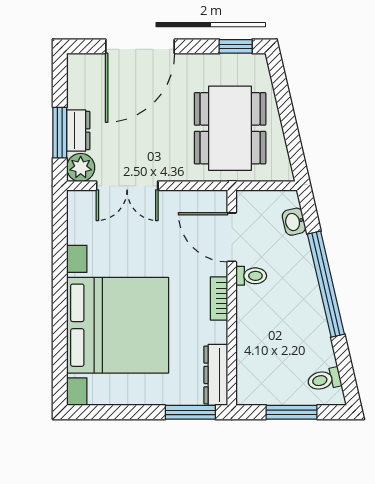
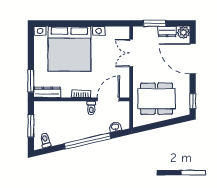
dresser: (78, 131) -> (167, 31), moved
plant: (81, 167) -> (183, 33), moved

